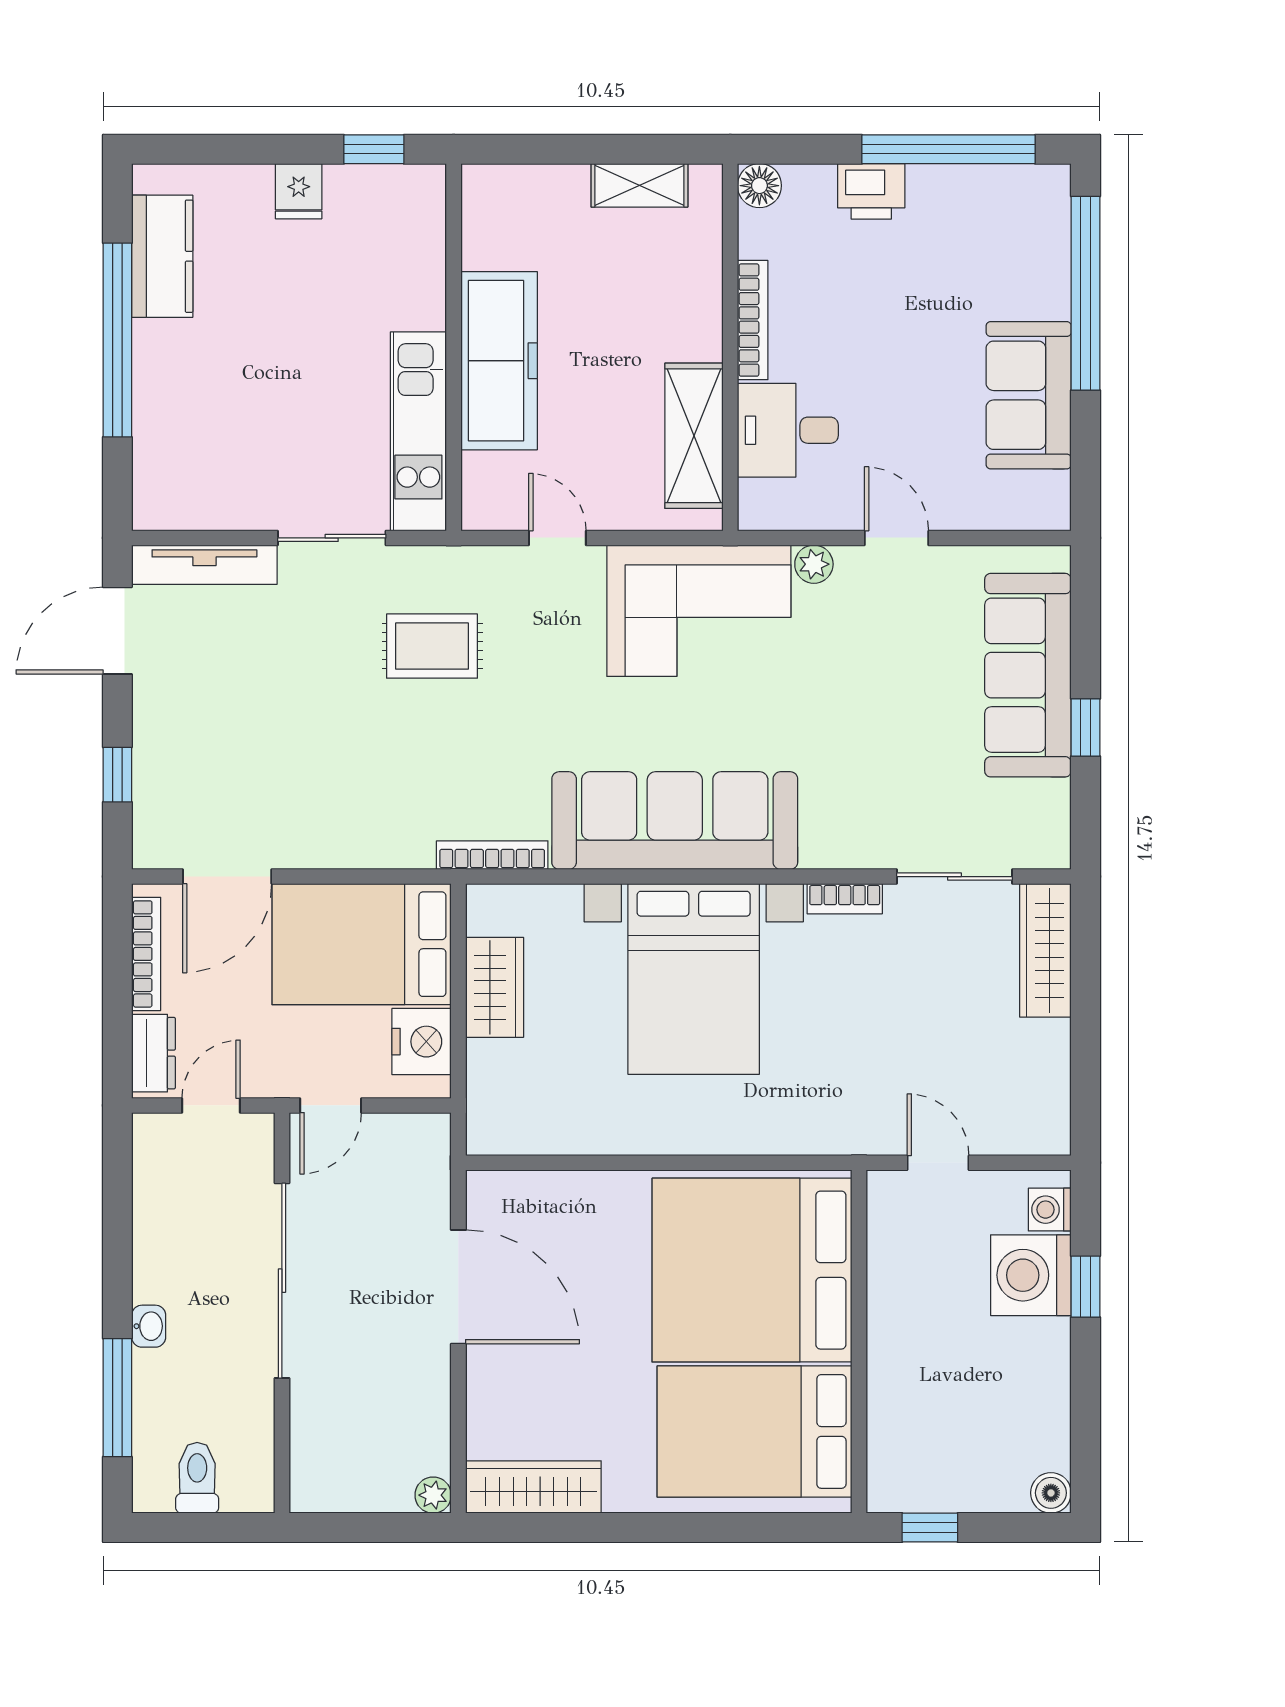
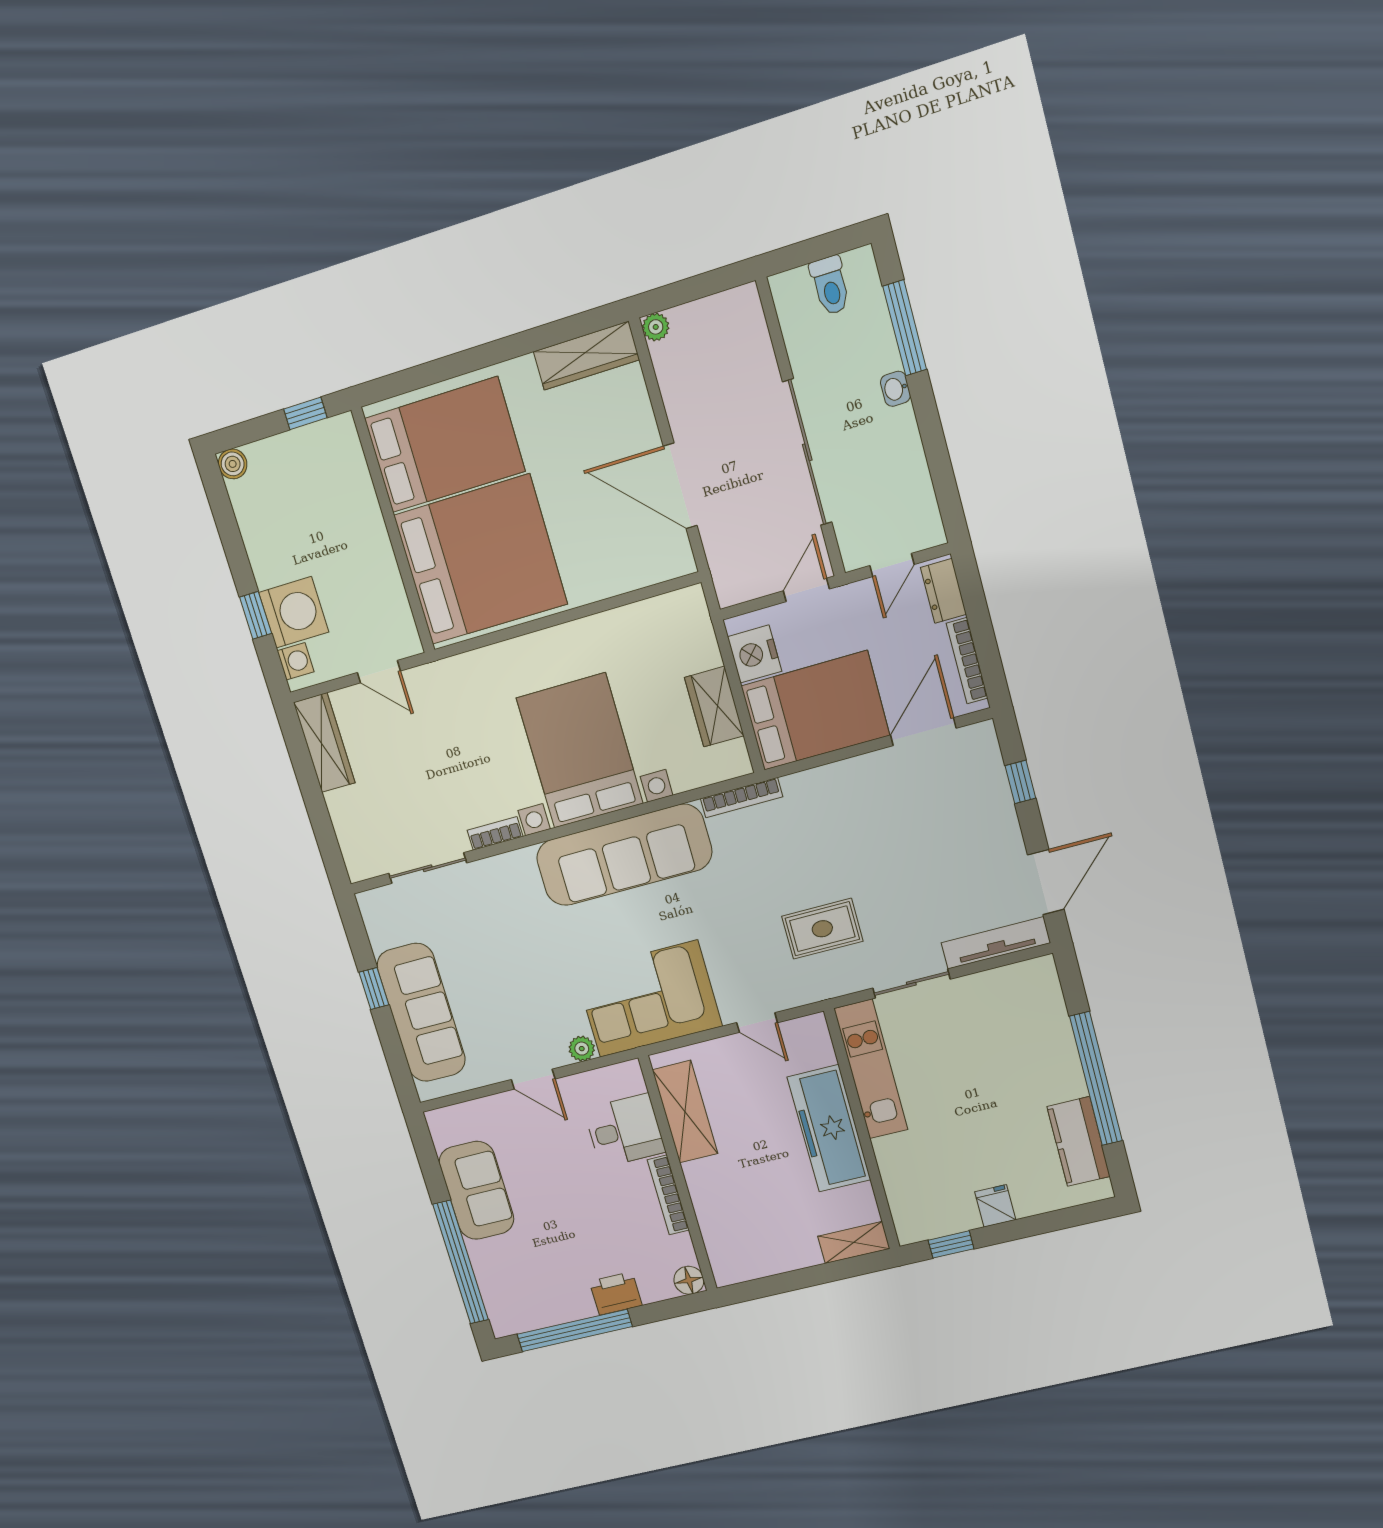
shelving: (639, 185) -> (854, 1242), moved
wardrobe: (1045, 950) -> (324, 743), moved

